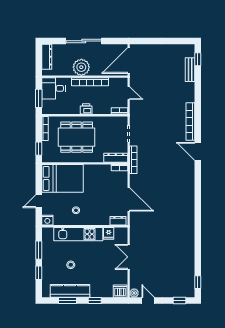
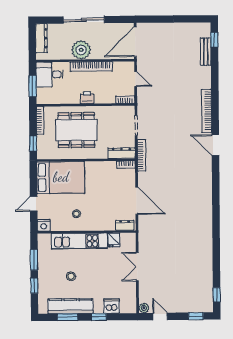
dishwasher: (120, 291) -> (112, 306), moved

